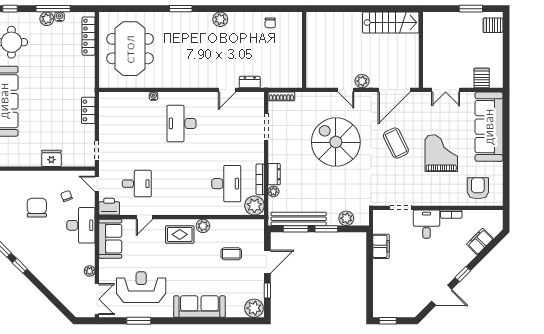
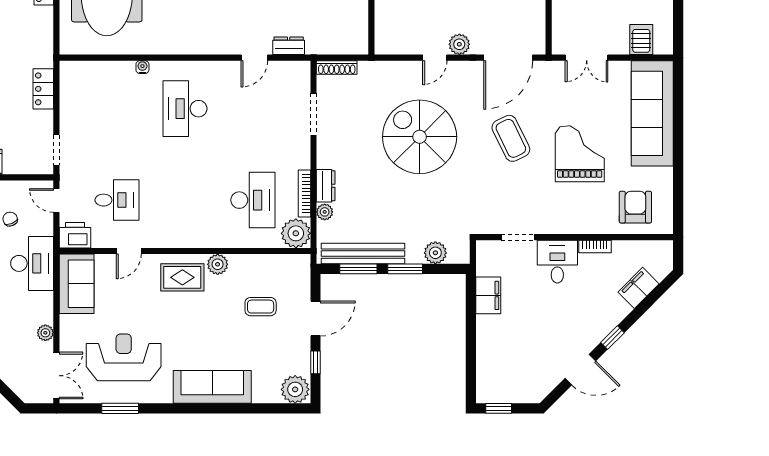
door: (346, 90) -> (435, 58), hinge flipped

